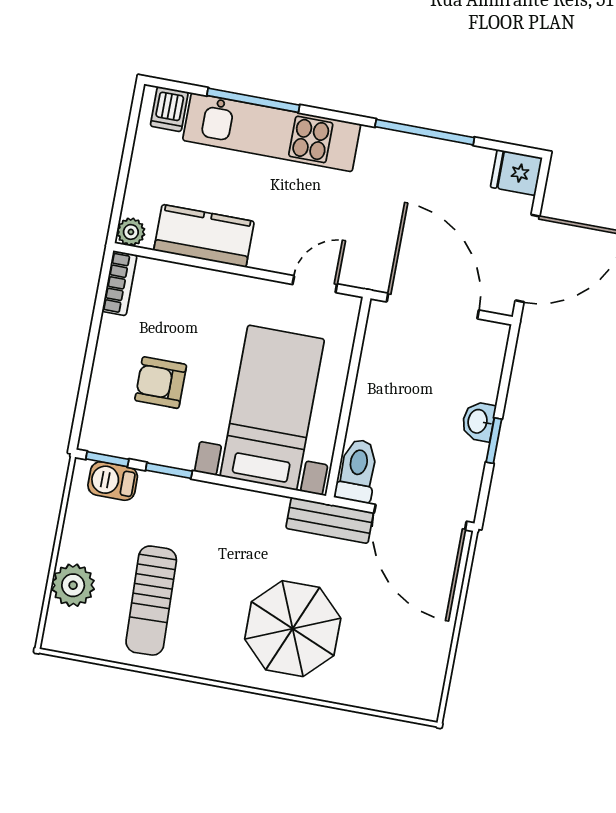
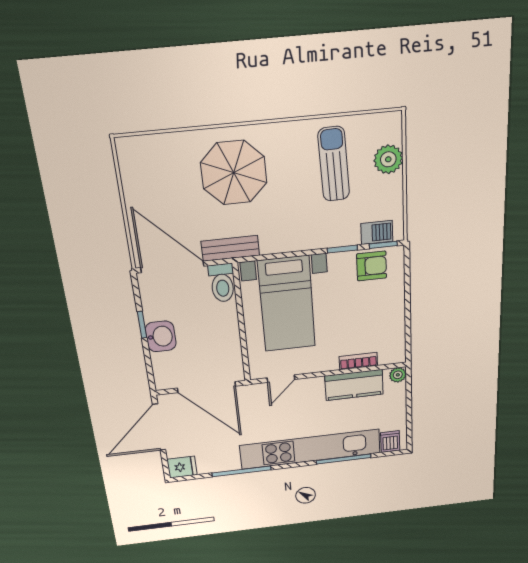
kitchen unit: (272, 132) -> (310, 449), width x1.36
bookcase: (120, 283) -> (358, 361), moved, turned 90
armchair: (161, 383) -> (372, 266), moved
washbasin: (478, 421) -> (161, 336), width x1.38, depth x1.45

